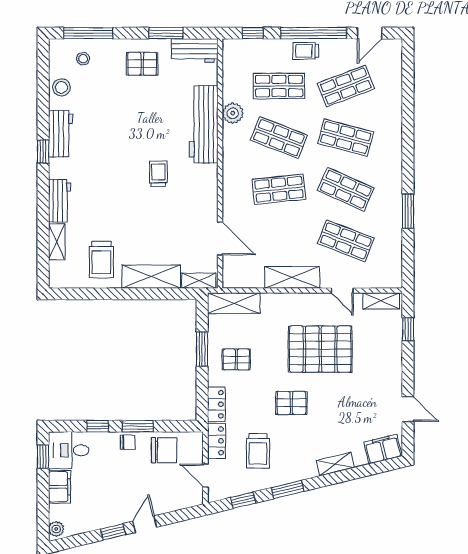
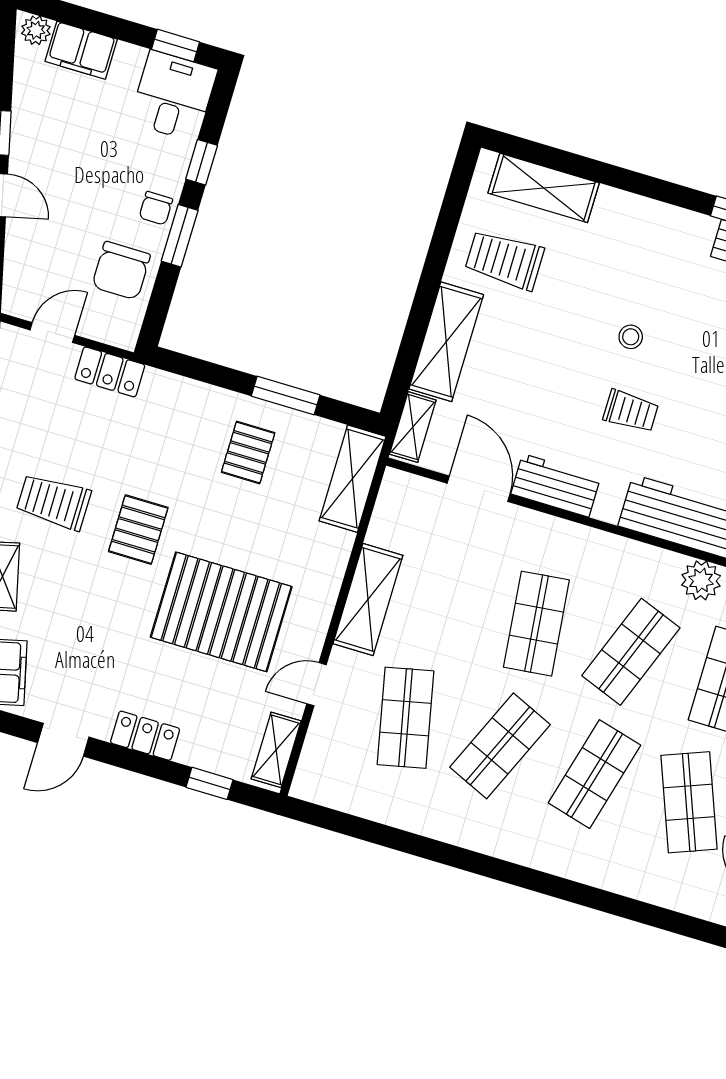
stool: (121, 185) -> (631, 337), added
workbench: (60, 201) -> (556, 485), moved, turned 180
window: (408, 211) -> (426, 848), removed
door: (220, 238) -> (478, 489), swing flipped
shop shelf: (346, 241) -> (405, 718), turned -33
shelving: (57, 242) -> (544, 188), width x1.50, depth x1.33
pallet: (320, 349) -> (221, 612), turned 90
locker: (216, 404) -> (145, 736), moved, turned 180
trolley: (258, 451) -> (54, 502), moved
filing cabinet: (60, 487) -> (81, 50), moved

